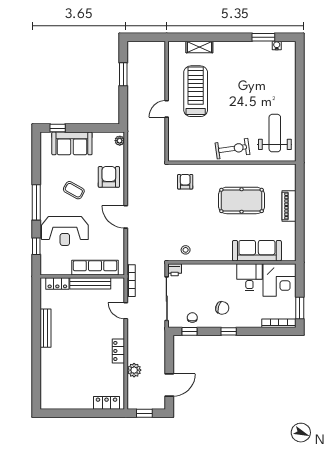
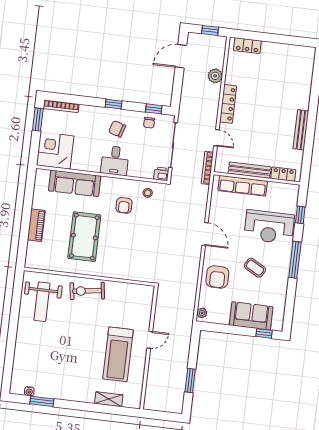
armchair: (185, 182) -> (124, 205), moved
pool table: (242, 200) -> (84, 237), turned 90
reception desk: (65, 231) -> (269, 227), turned 180
desk: (249, 277) -> (115, 161), moved
locker: (118, 351) -> (228, 104), width x1.53

